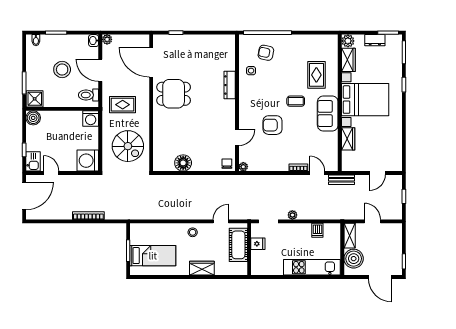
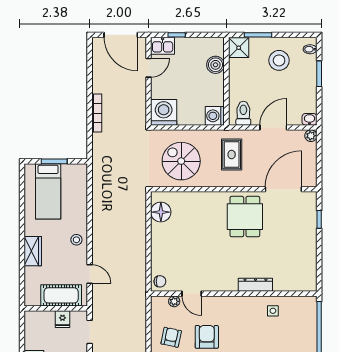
armchair: (266, 53) -> (171, 337), moved
stool: (62, 69) -> (279, 60), moved
boiler: (33, 118) -> (216, 65), moved
spiral stairs: (128, 146) -> (181, 161), turned 90
floor lamp: (183, 163) -> (161, 212), moved
plant: (243, 167) -> (174, 301), moved

